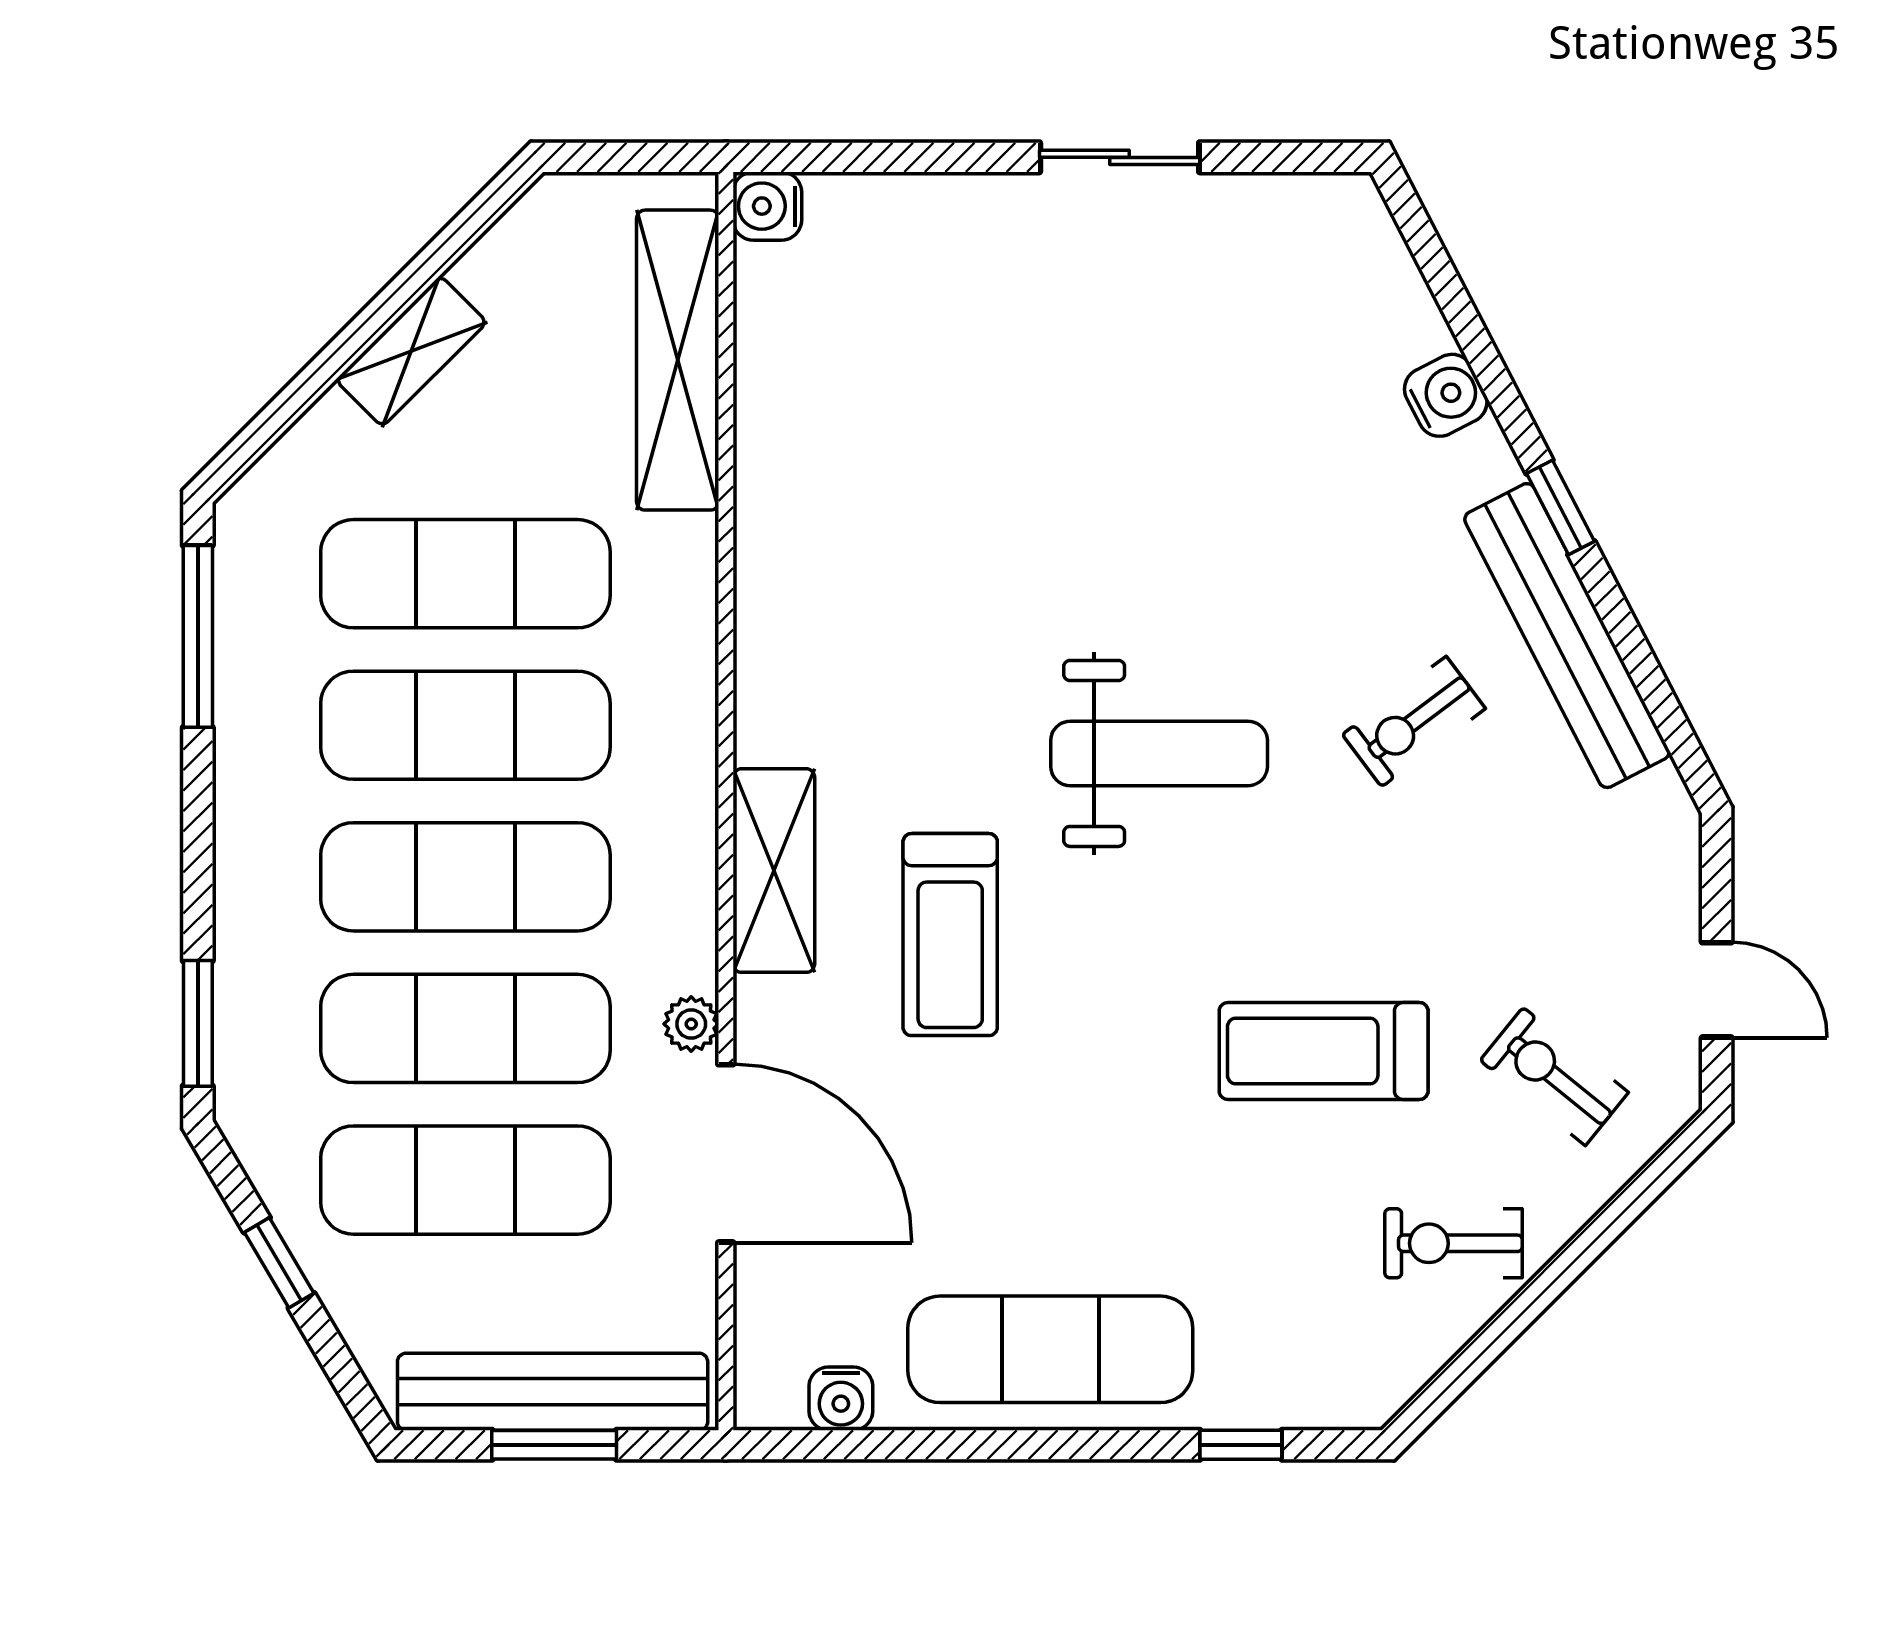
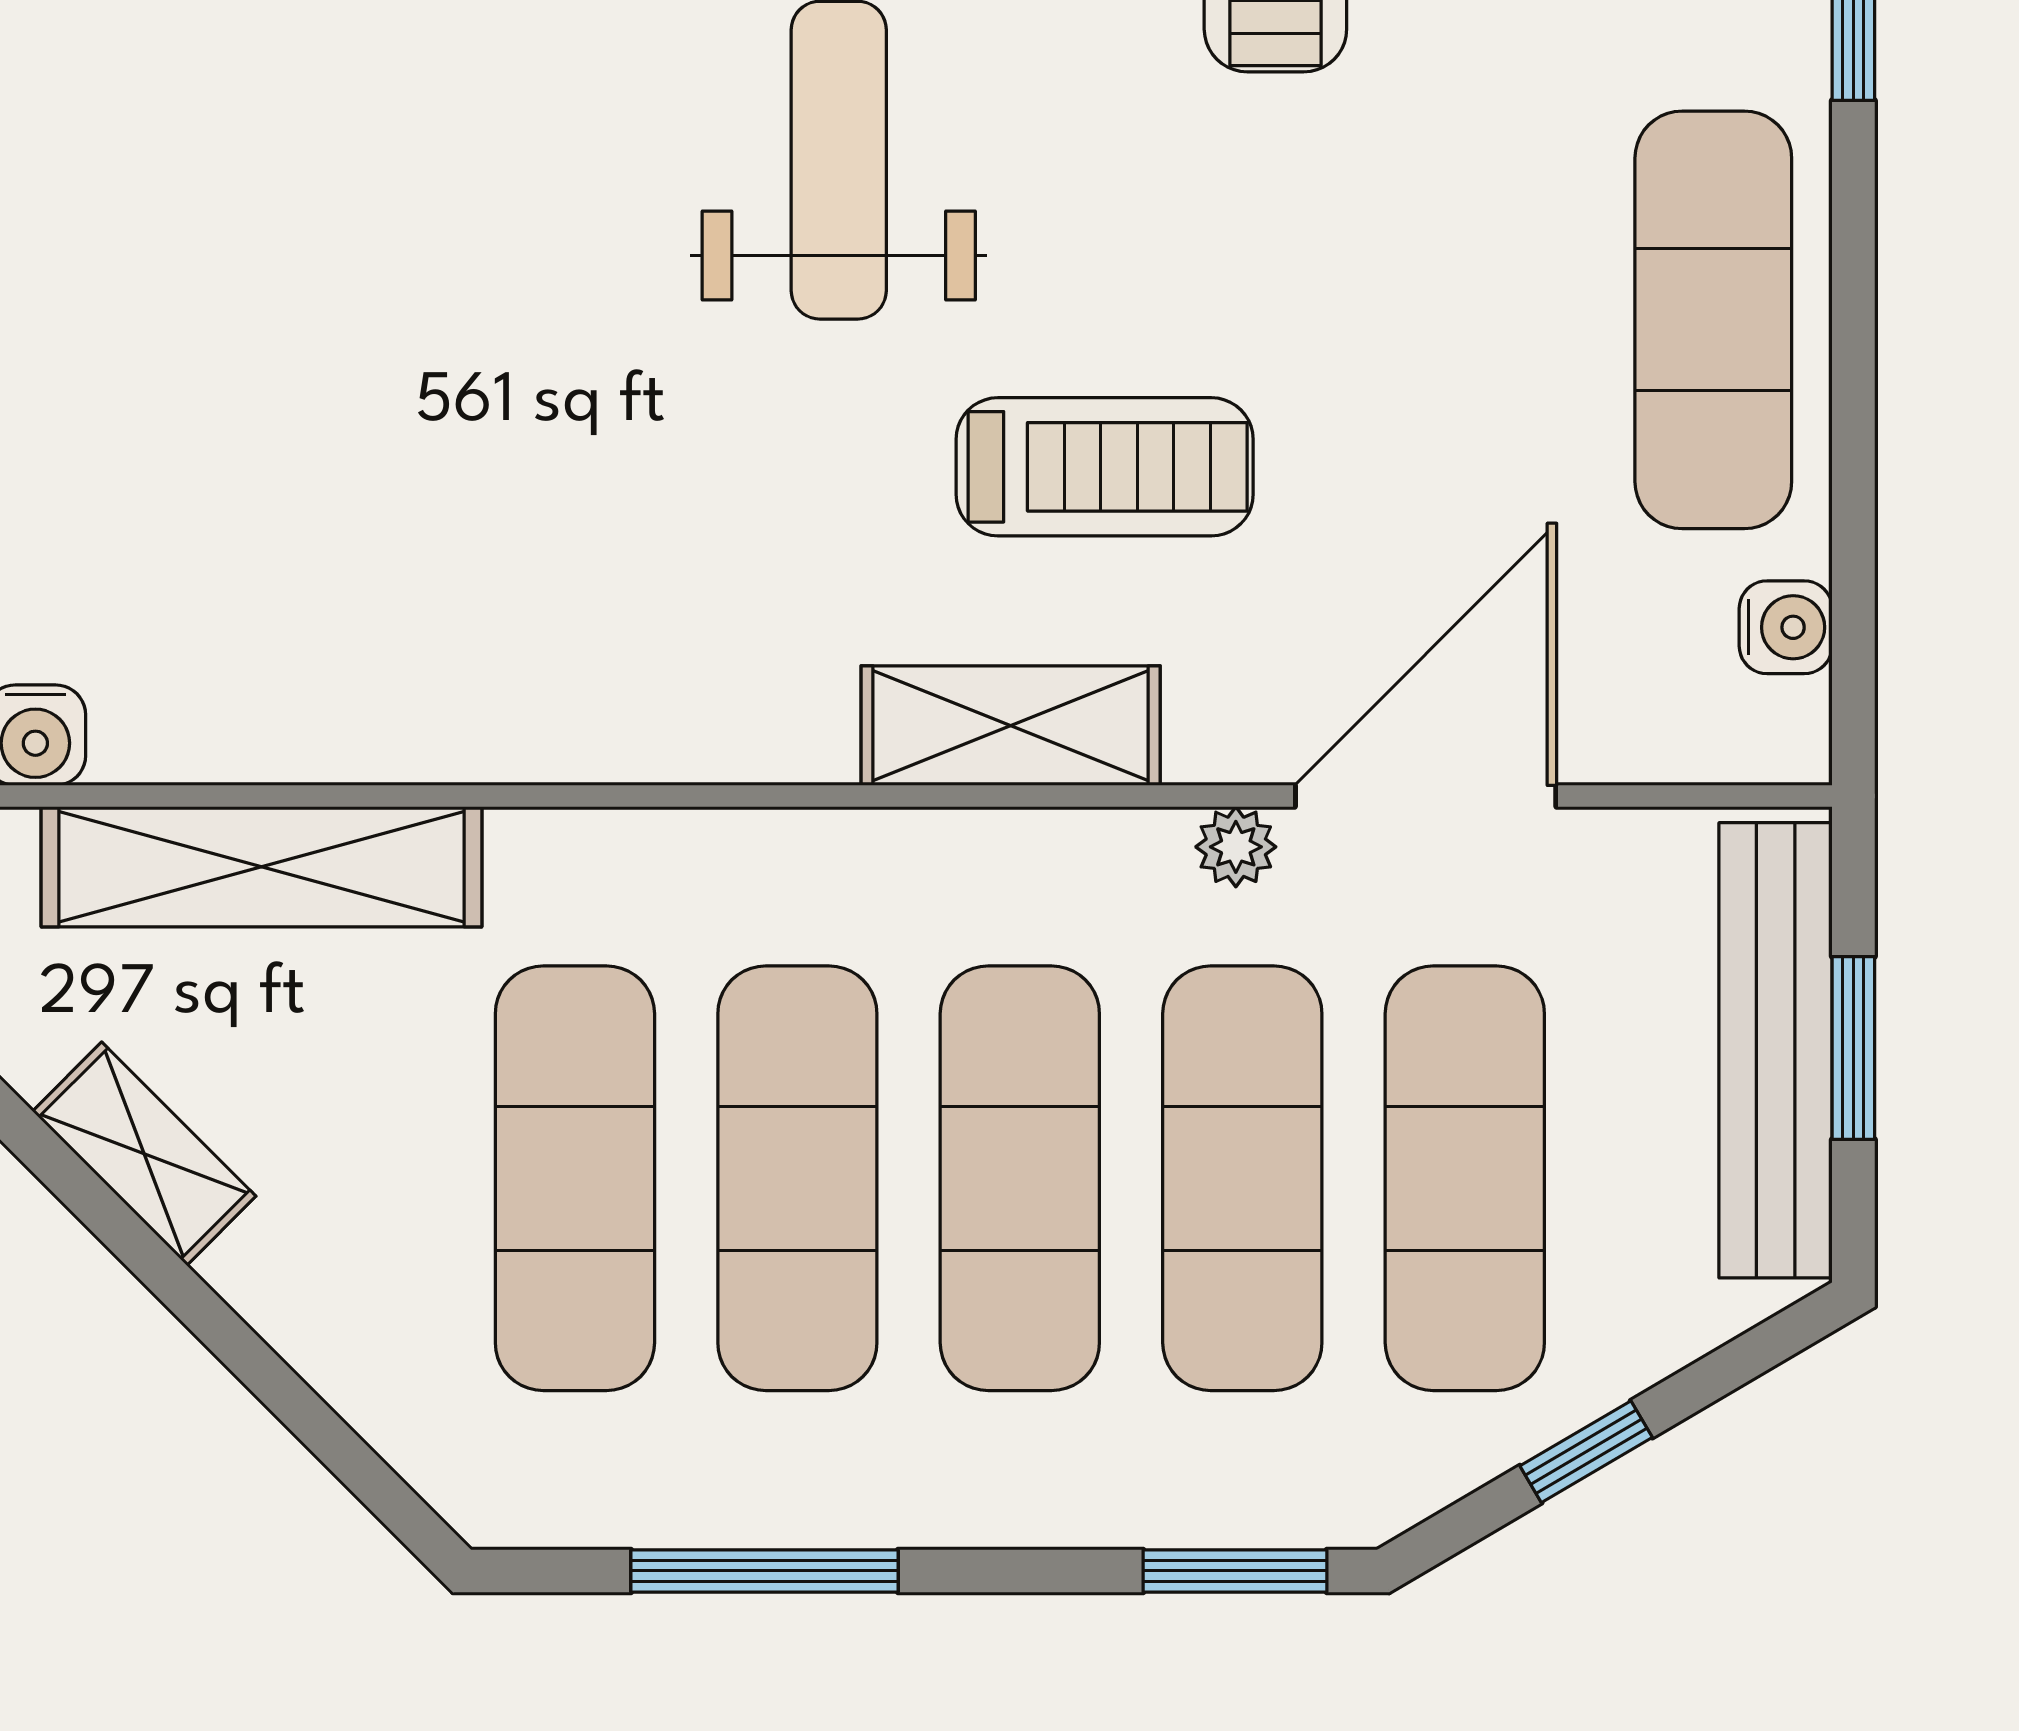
shelving: (411, 351) -> (144, 1154), moved
window: (198, 636) -> (764, 1571), moved

